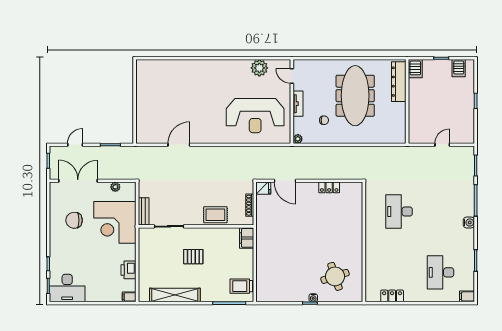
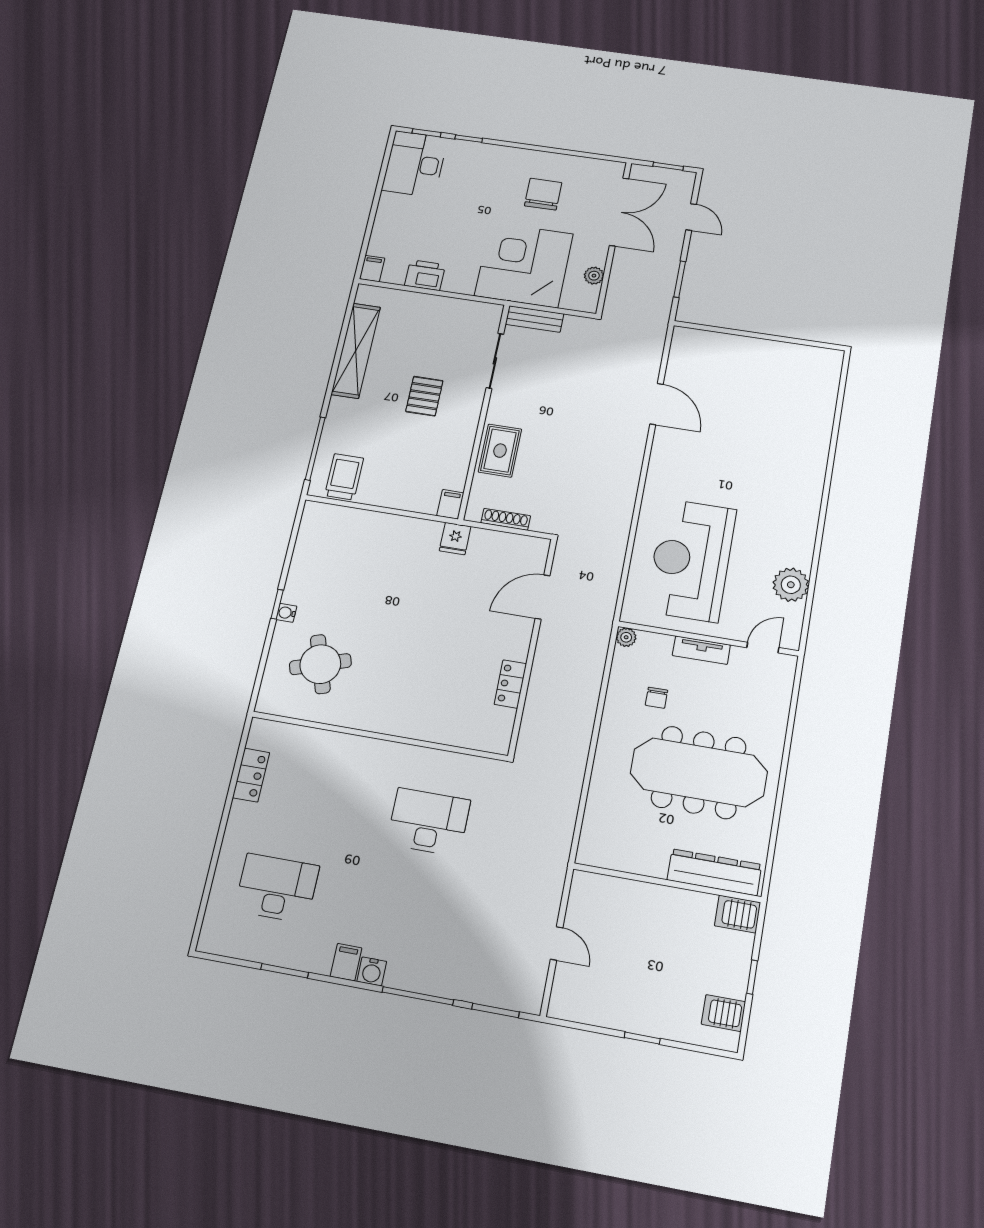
fridge: (263, 188) -> (455, 539), moved
filing cabinet: (247, 238) -> (450, 504), width x0.50
filing cabinet: (467, 296) -> (346, 962), moved

